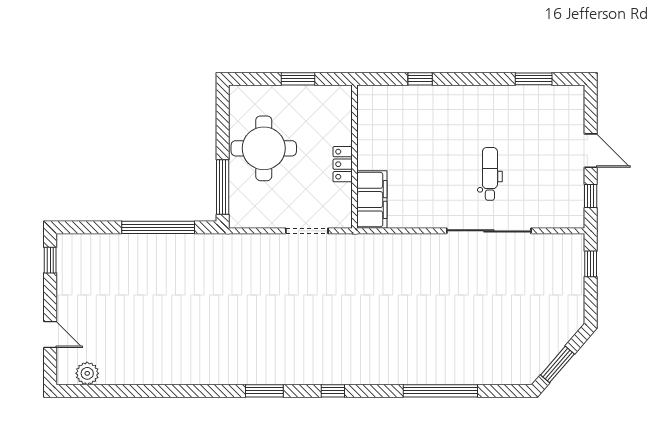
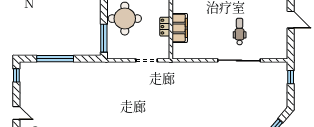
window: (591, 196) -> (291, 43), removed
filing cabinet: (372, 200) -> (180, 28), moved
window: (158, 227) -> (55, 59), moved

